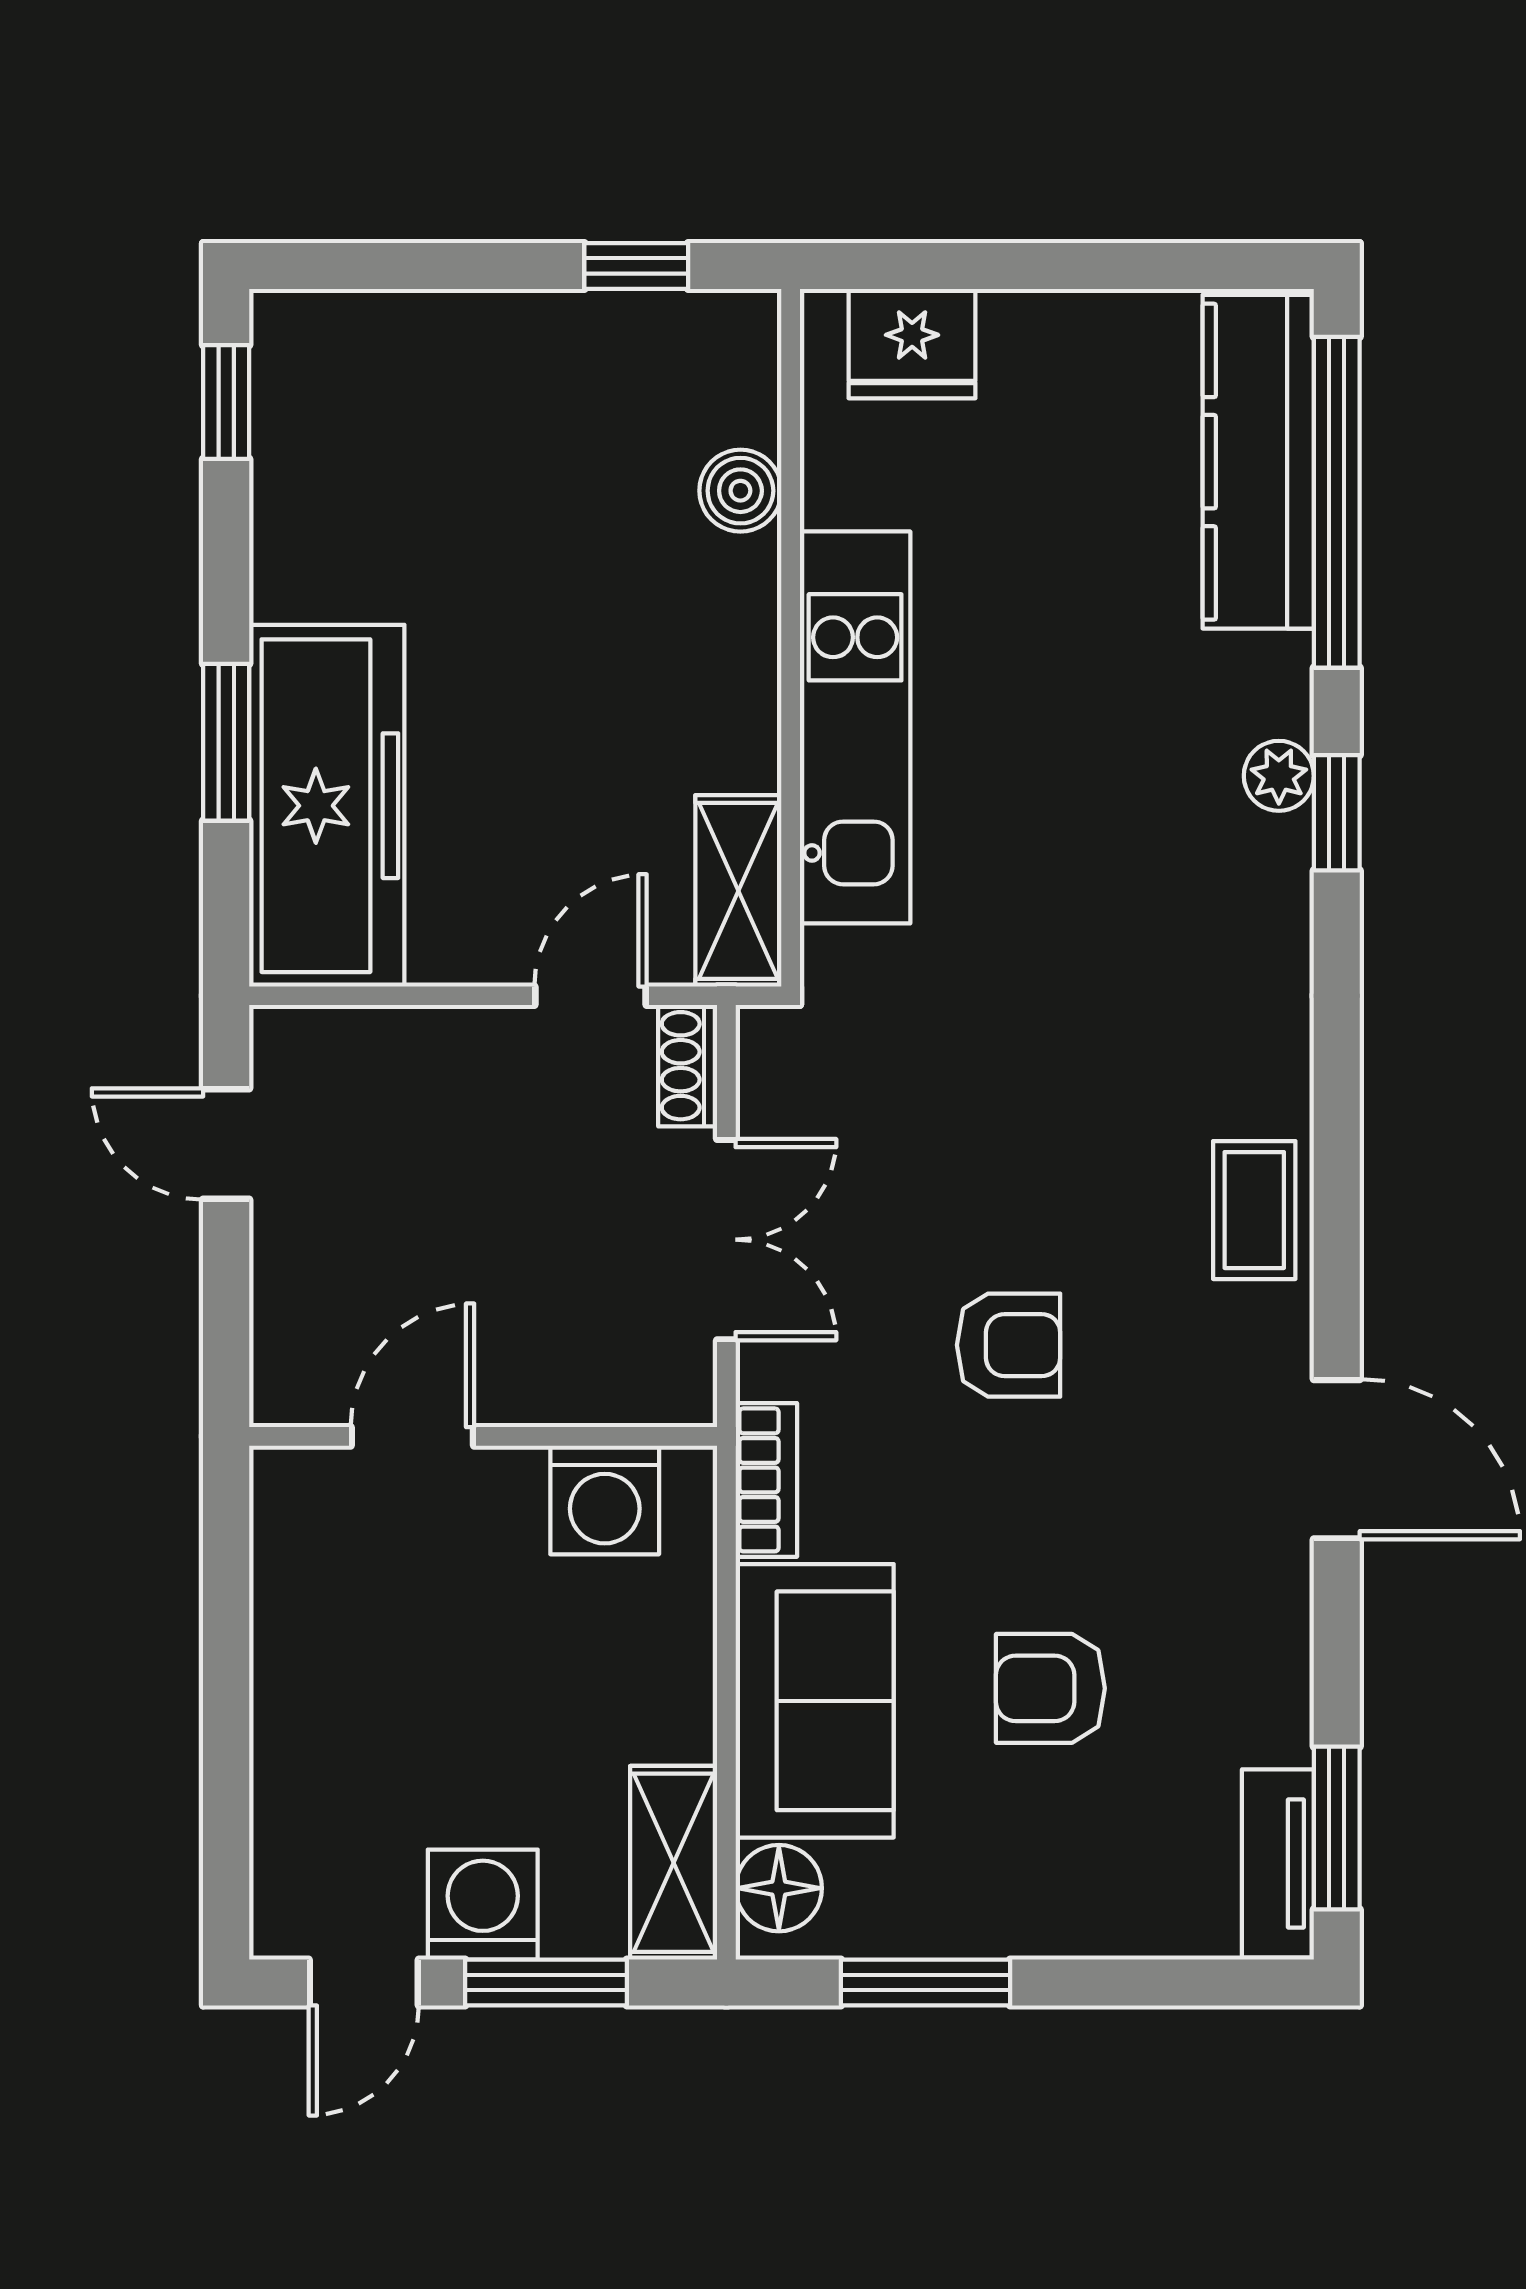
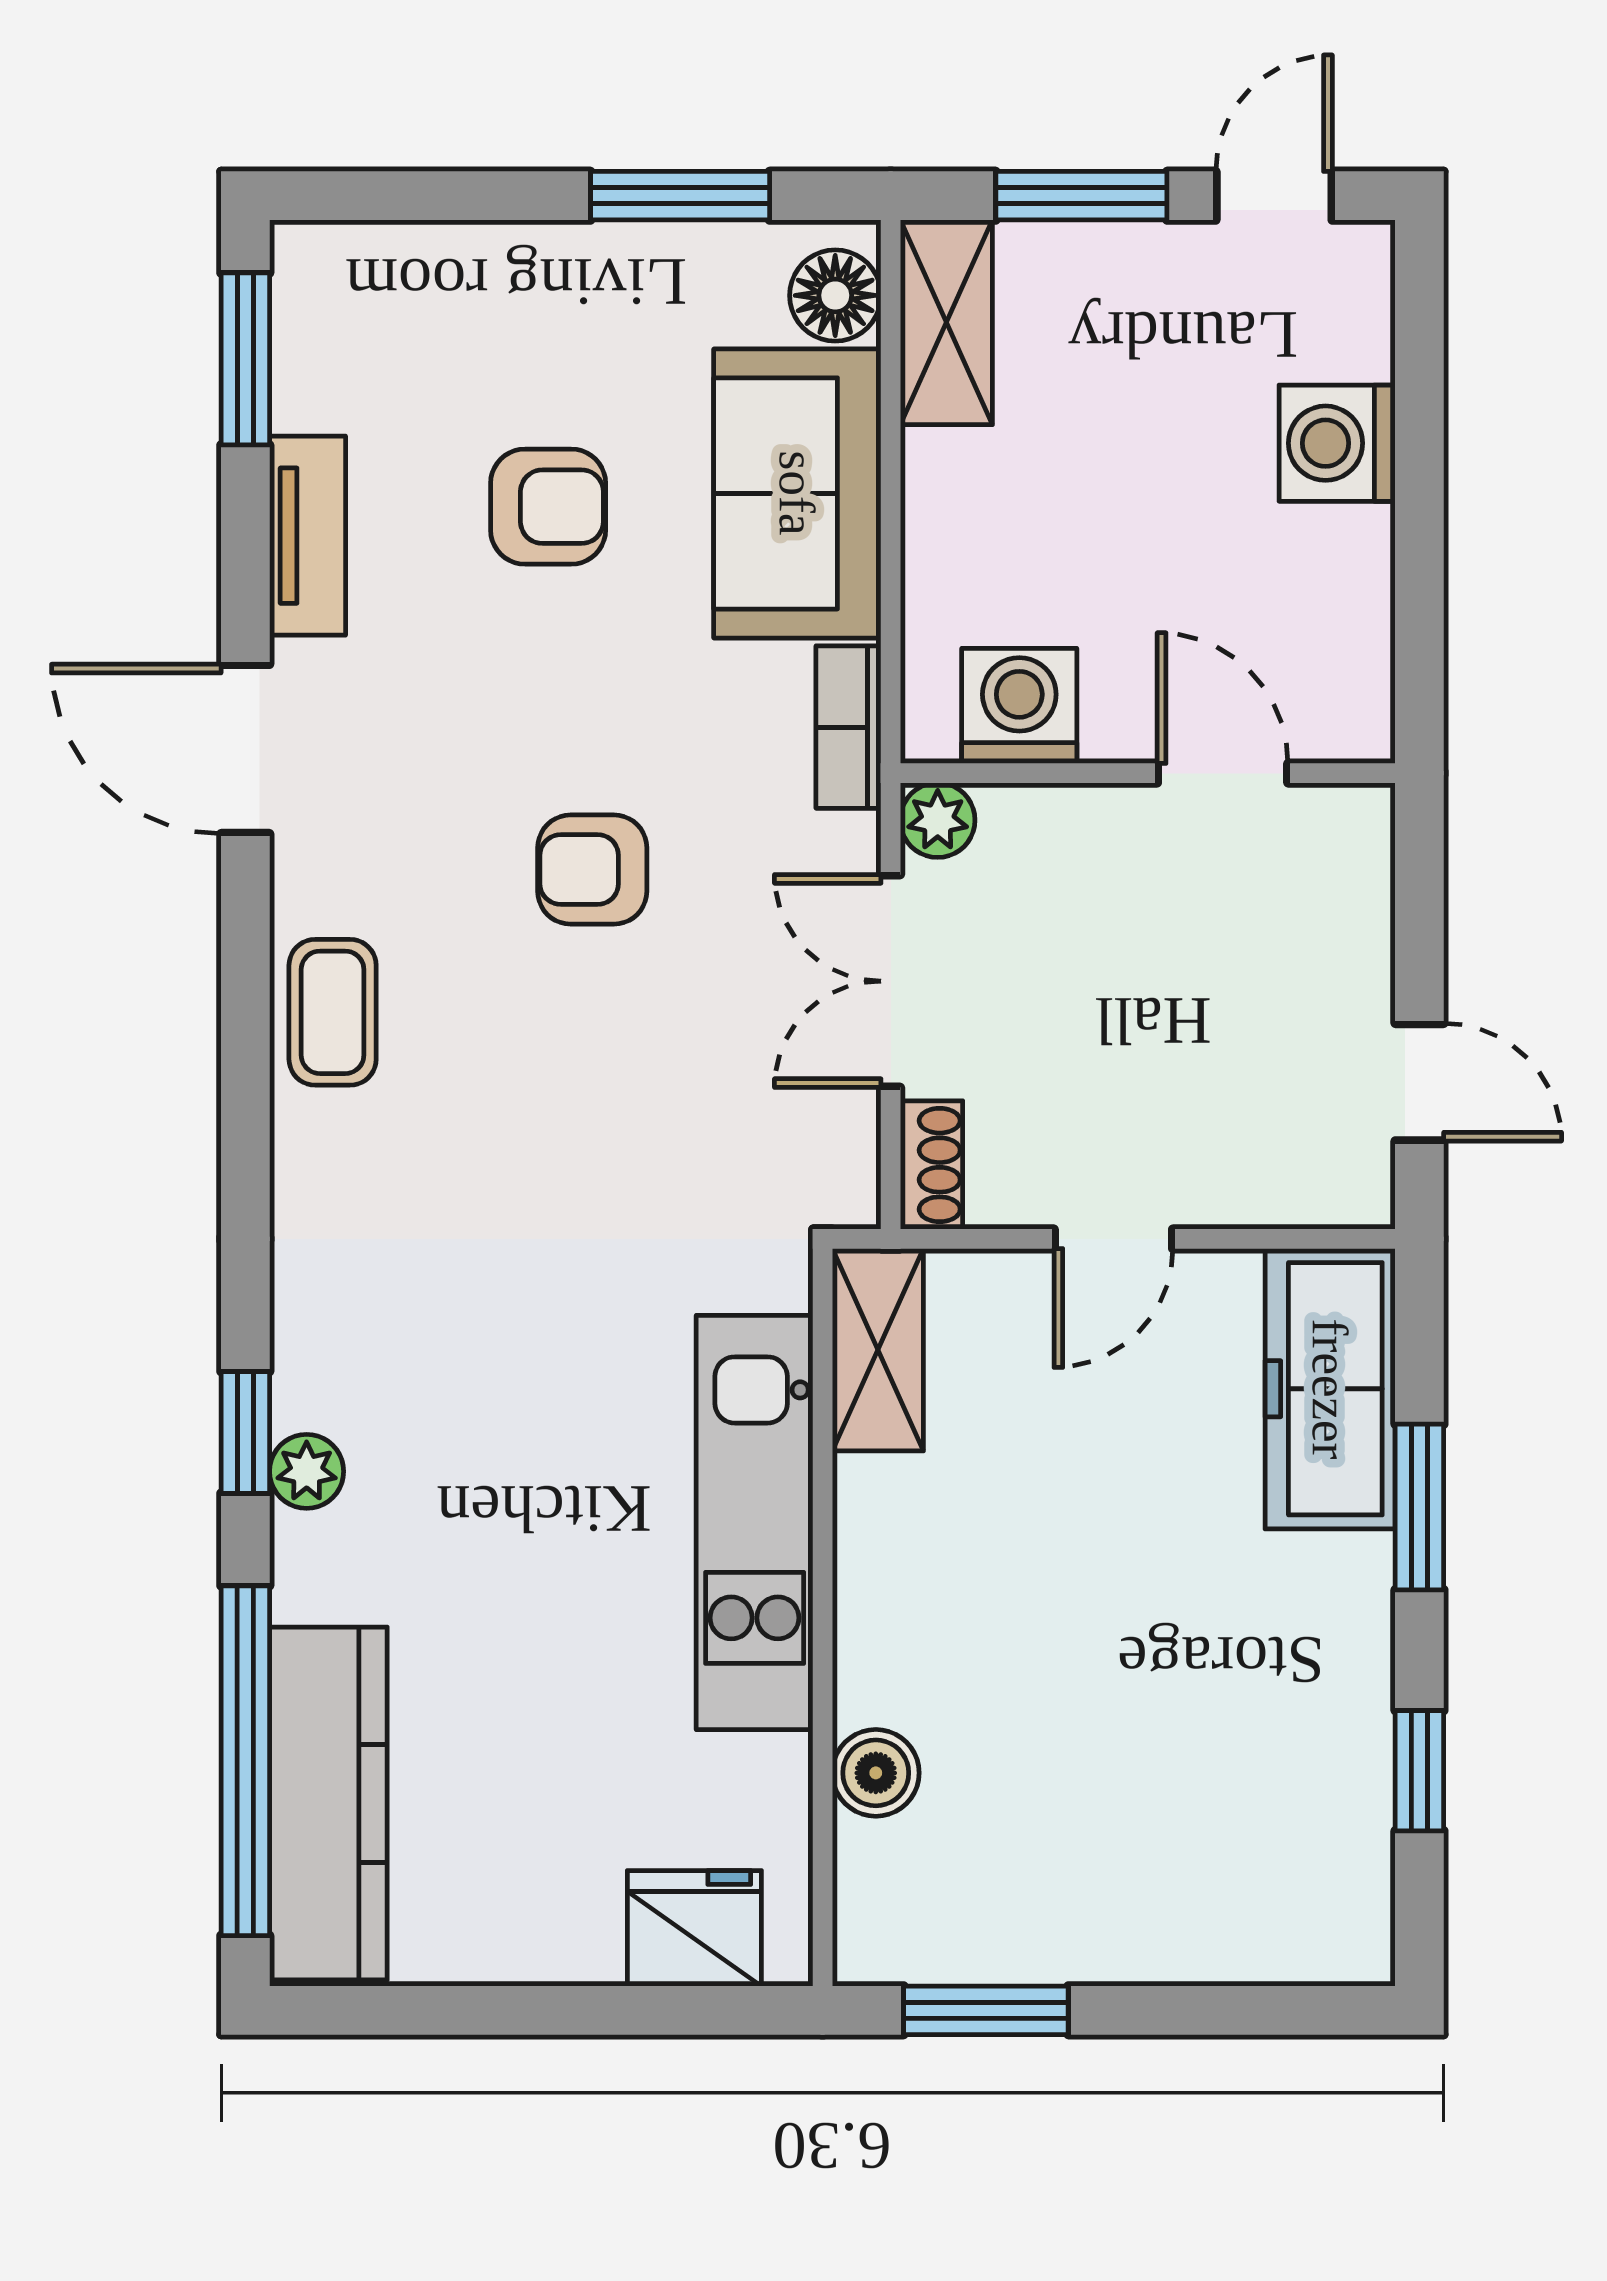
window: (636, 266) -> (986, 2010), width x1.50
window: (226, 402) -> (1419, 1771), moved
freezer: (327, 806) -> (1330, 1389), width x0.73, depth x0.79
door: (591, 996) -> (1113, 1239), moved
plant: (682, 1392) -> (938, 820), added
door: (412, 1436) -> (1223, 773), swing flipped
tv unit: (1278, 1864) -> (308, 536), moved
washing machine: (483, 1905) -> (1337, 443), moved, turned 90

